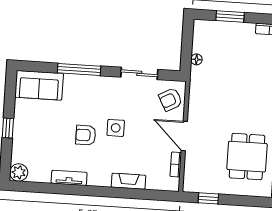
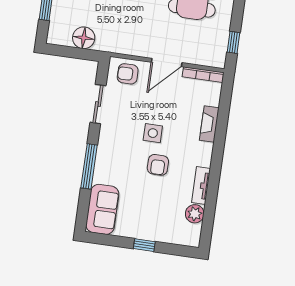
floor lamp: (196, 59) -> (84, 38), width x1.89, depth x1.89
armchair: (170, 100) -> (128, 74), turned 118
bookcase: (176, 165) -> (203, 75), width x1.56
plant: (19, 172) -> (195, 214), moved

